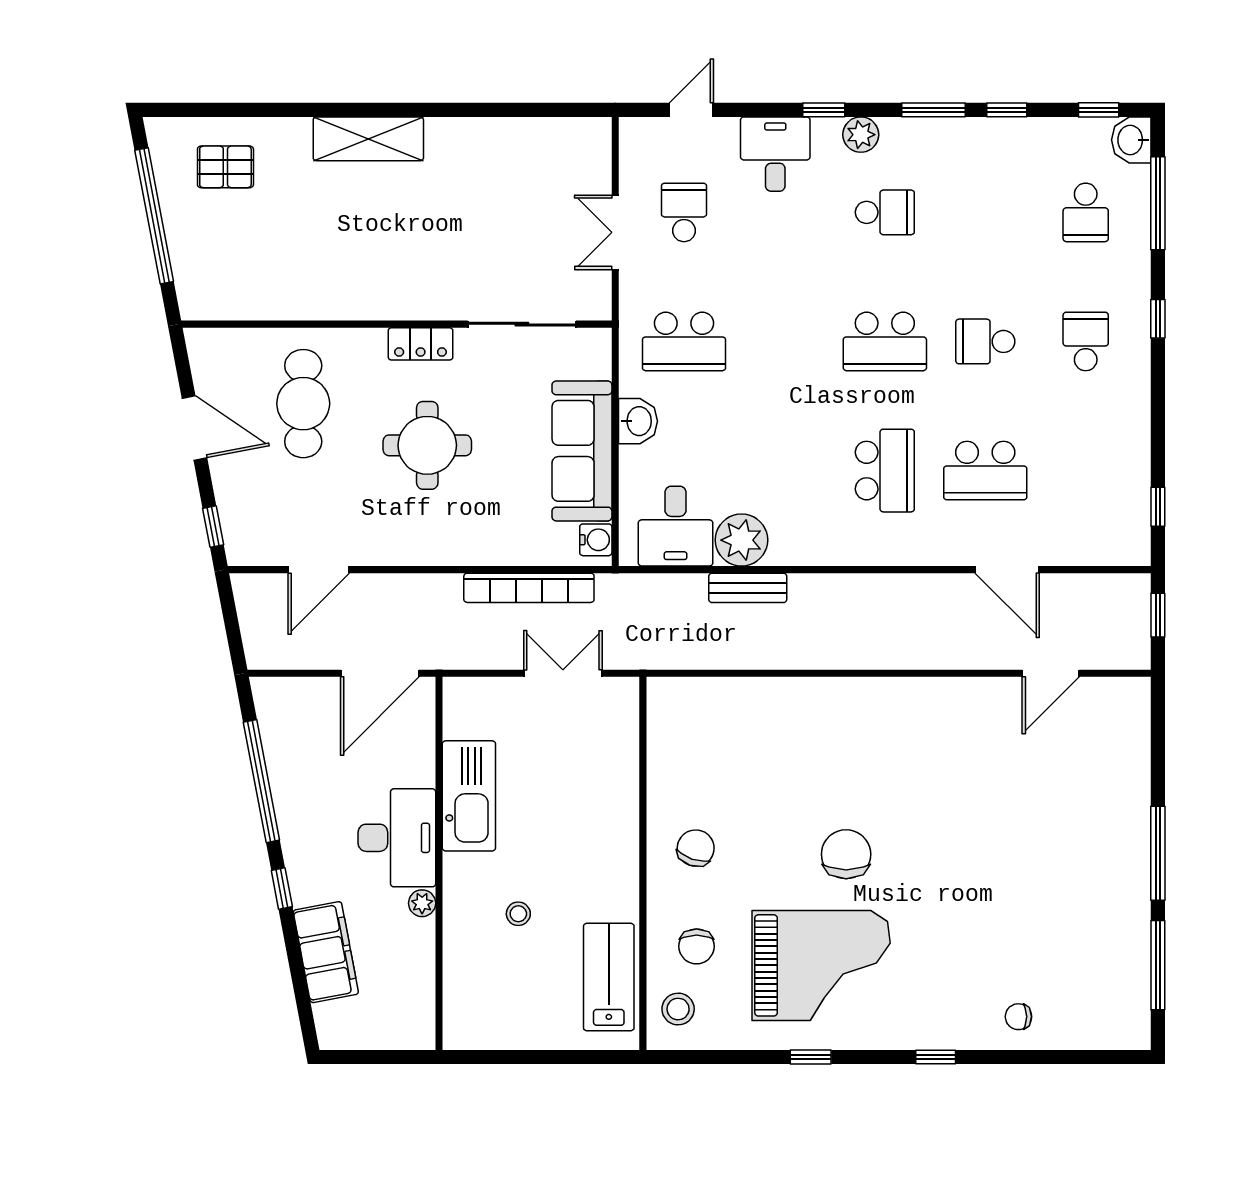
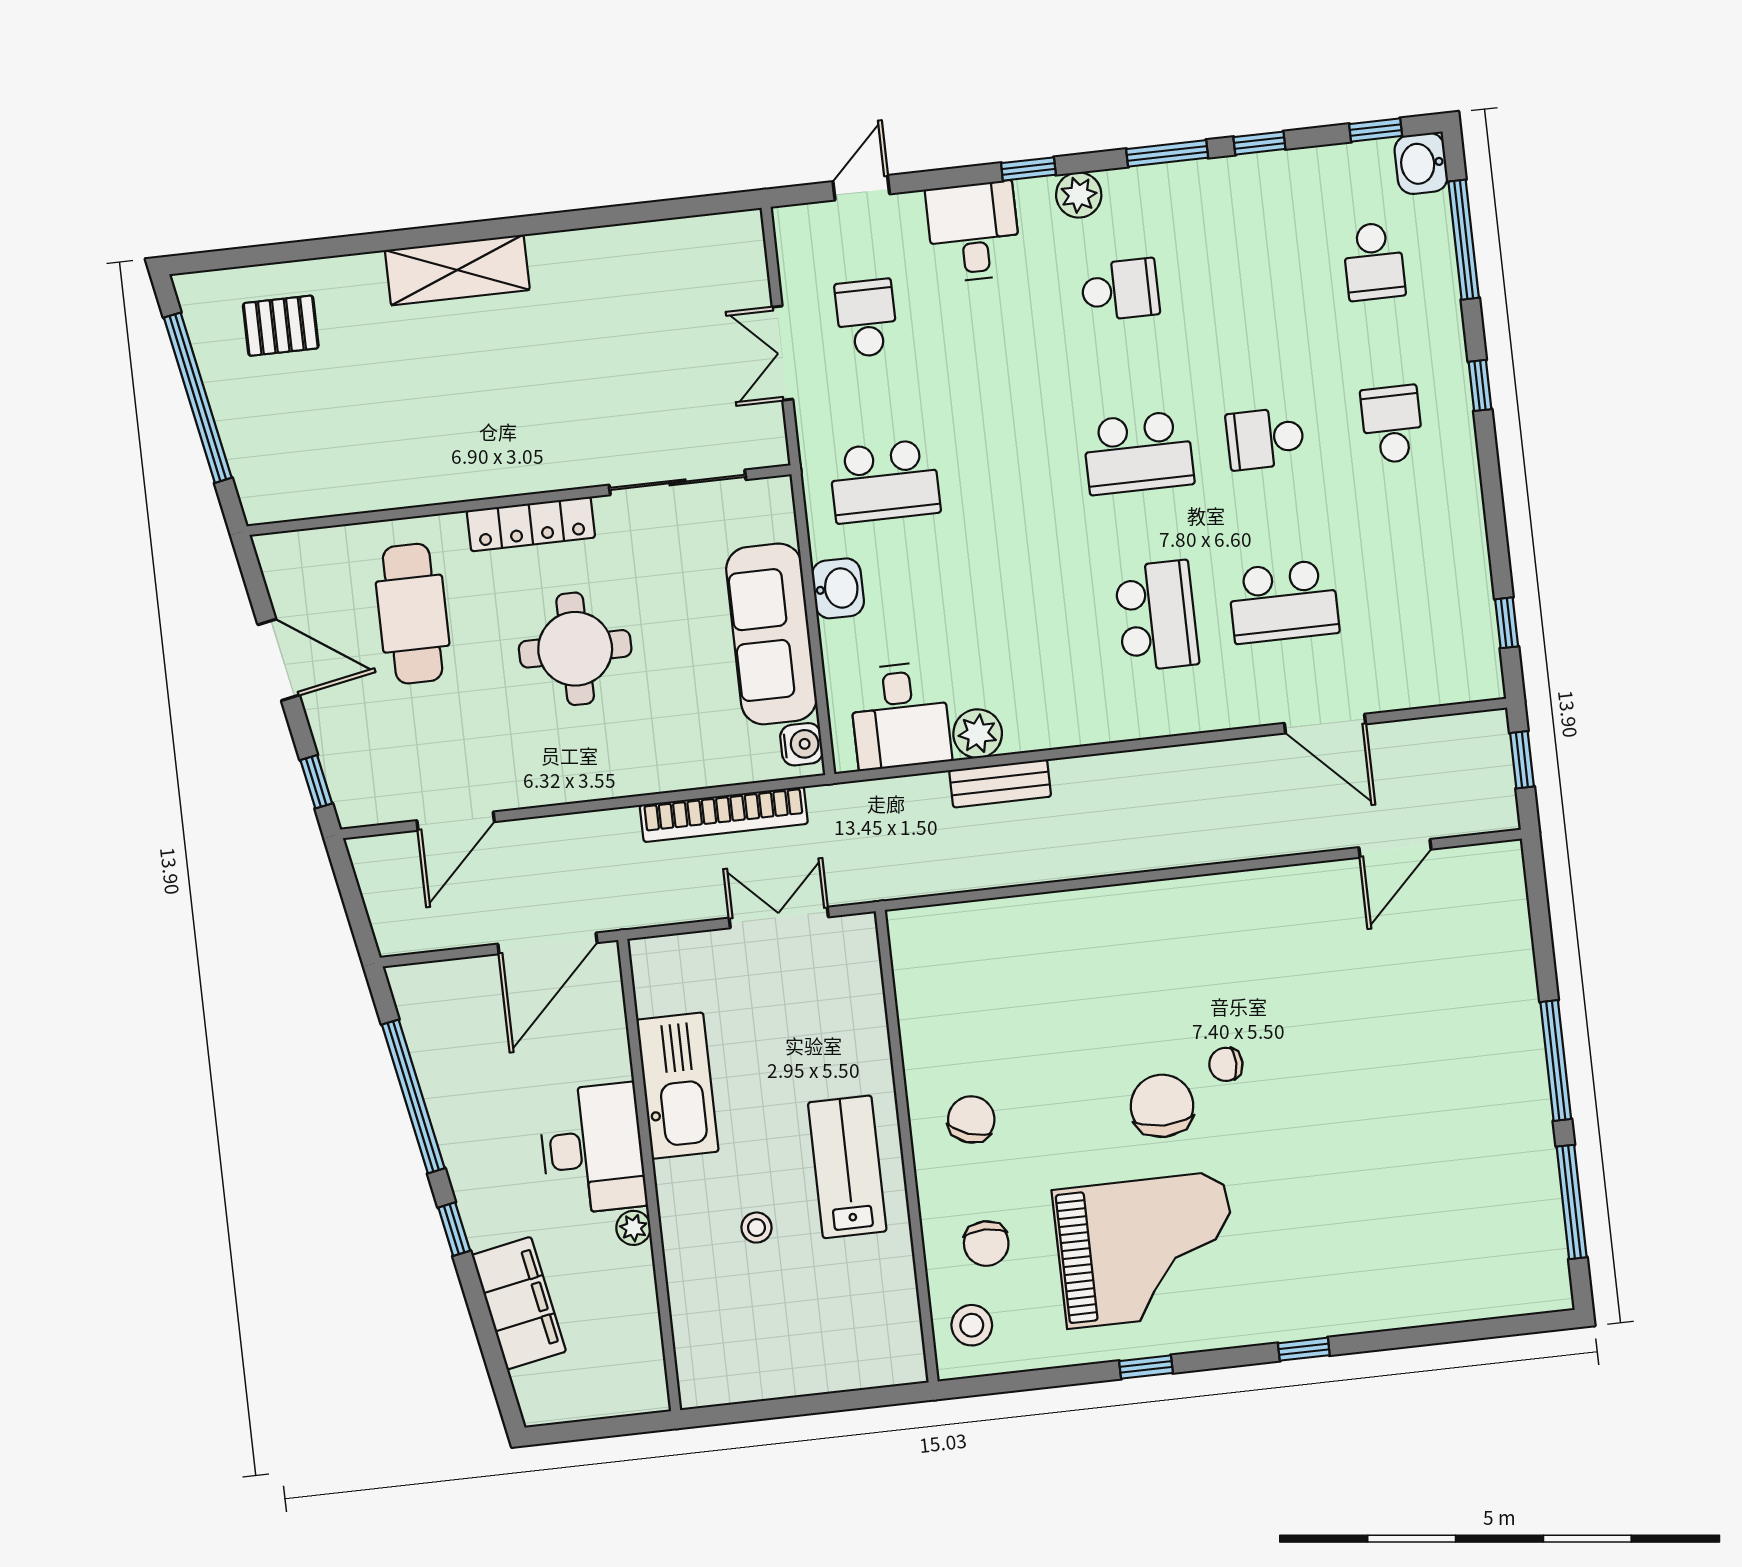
locker: (421, 344) -> (531, 524), width x1.53
plant: (741, 540) -> (978, 734), width x0.73, depth x0.73
lab bench: (609, 977) -> (847, 1167), moved
chair: (1018, 1017) -> (1226, 1064), moved

